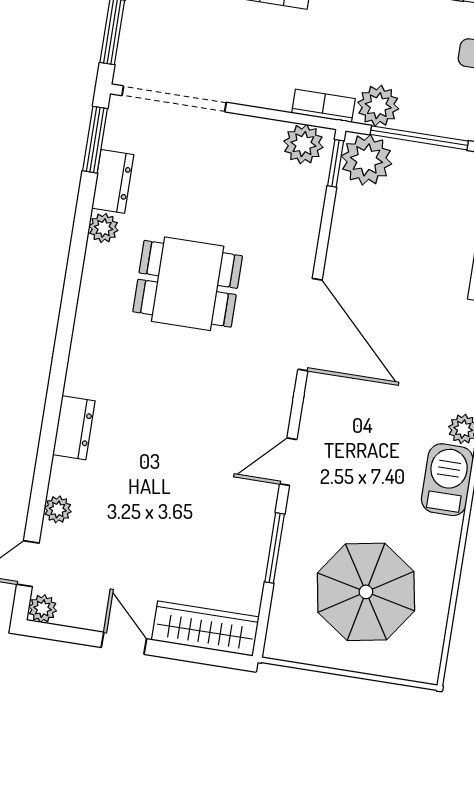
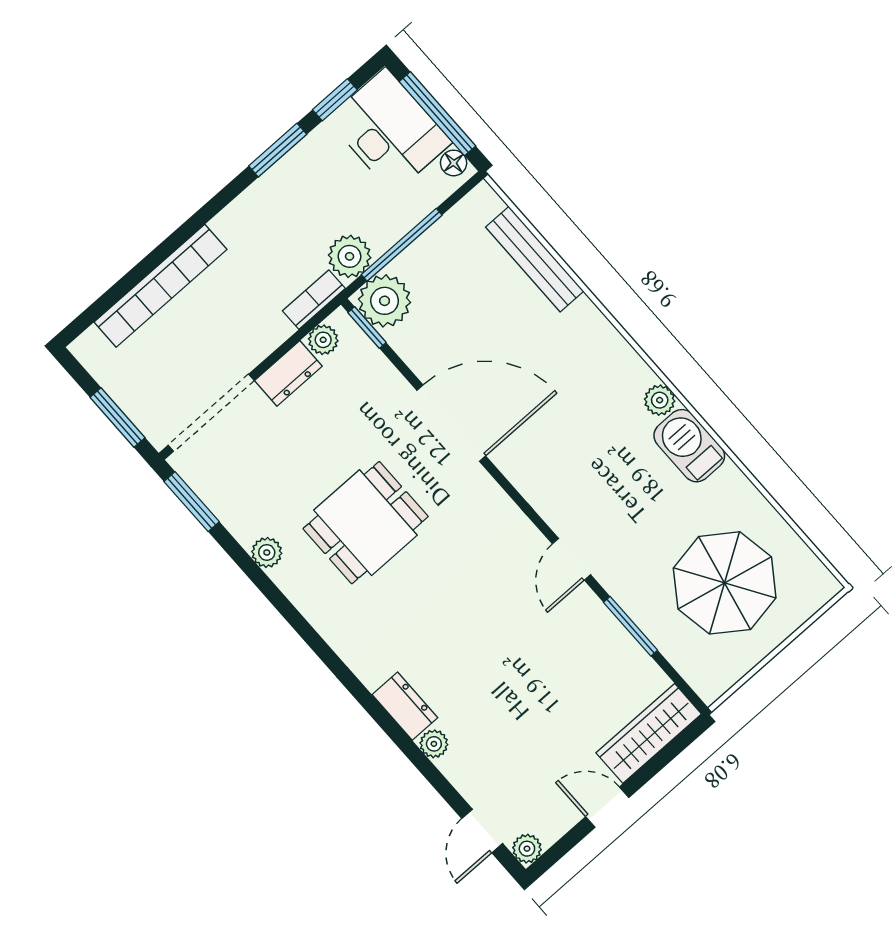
plant: (303, 144) -> (323, 340), width x0.73, depth x0.73
dresser: (113, 181) -> (288, 373), moved, turned 90
door: (310, 325) -> (451, 423), moved
plant: (58, 509) -> (434, 744), moved

